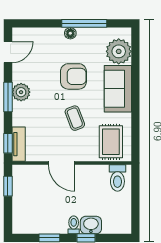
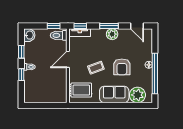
window: (84, 23) -> (155, 73), width x1.46
toilet: (117, 178) -> (59, 35), moved
washbasin: (91, 225) -> (29, 35), moved

